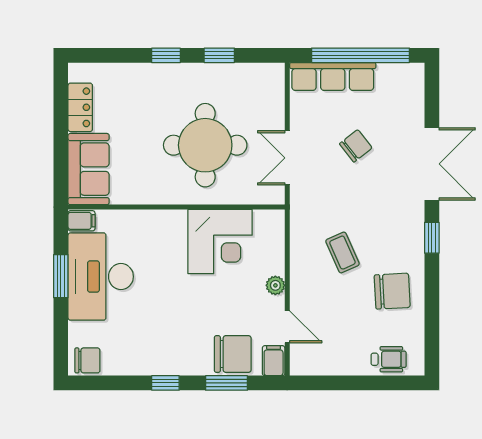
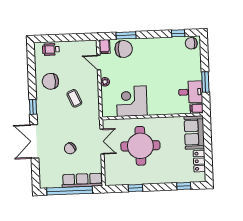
window: (166, 55) -> (184, 186), moved
desk: (101, 277) -> (191, 92), width x0.53, depth x0.77
chair: (233, 354) -> (124, 49), turned 180
window: (165, 383) -> (178, 33), moved

